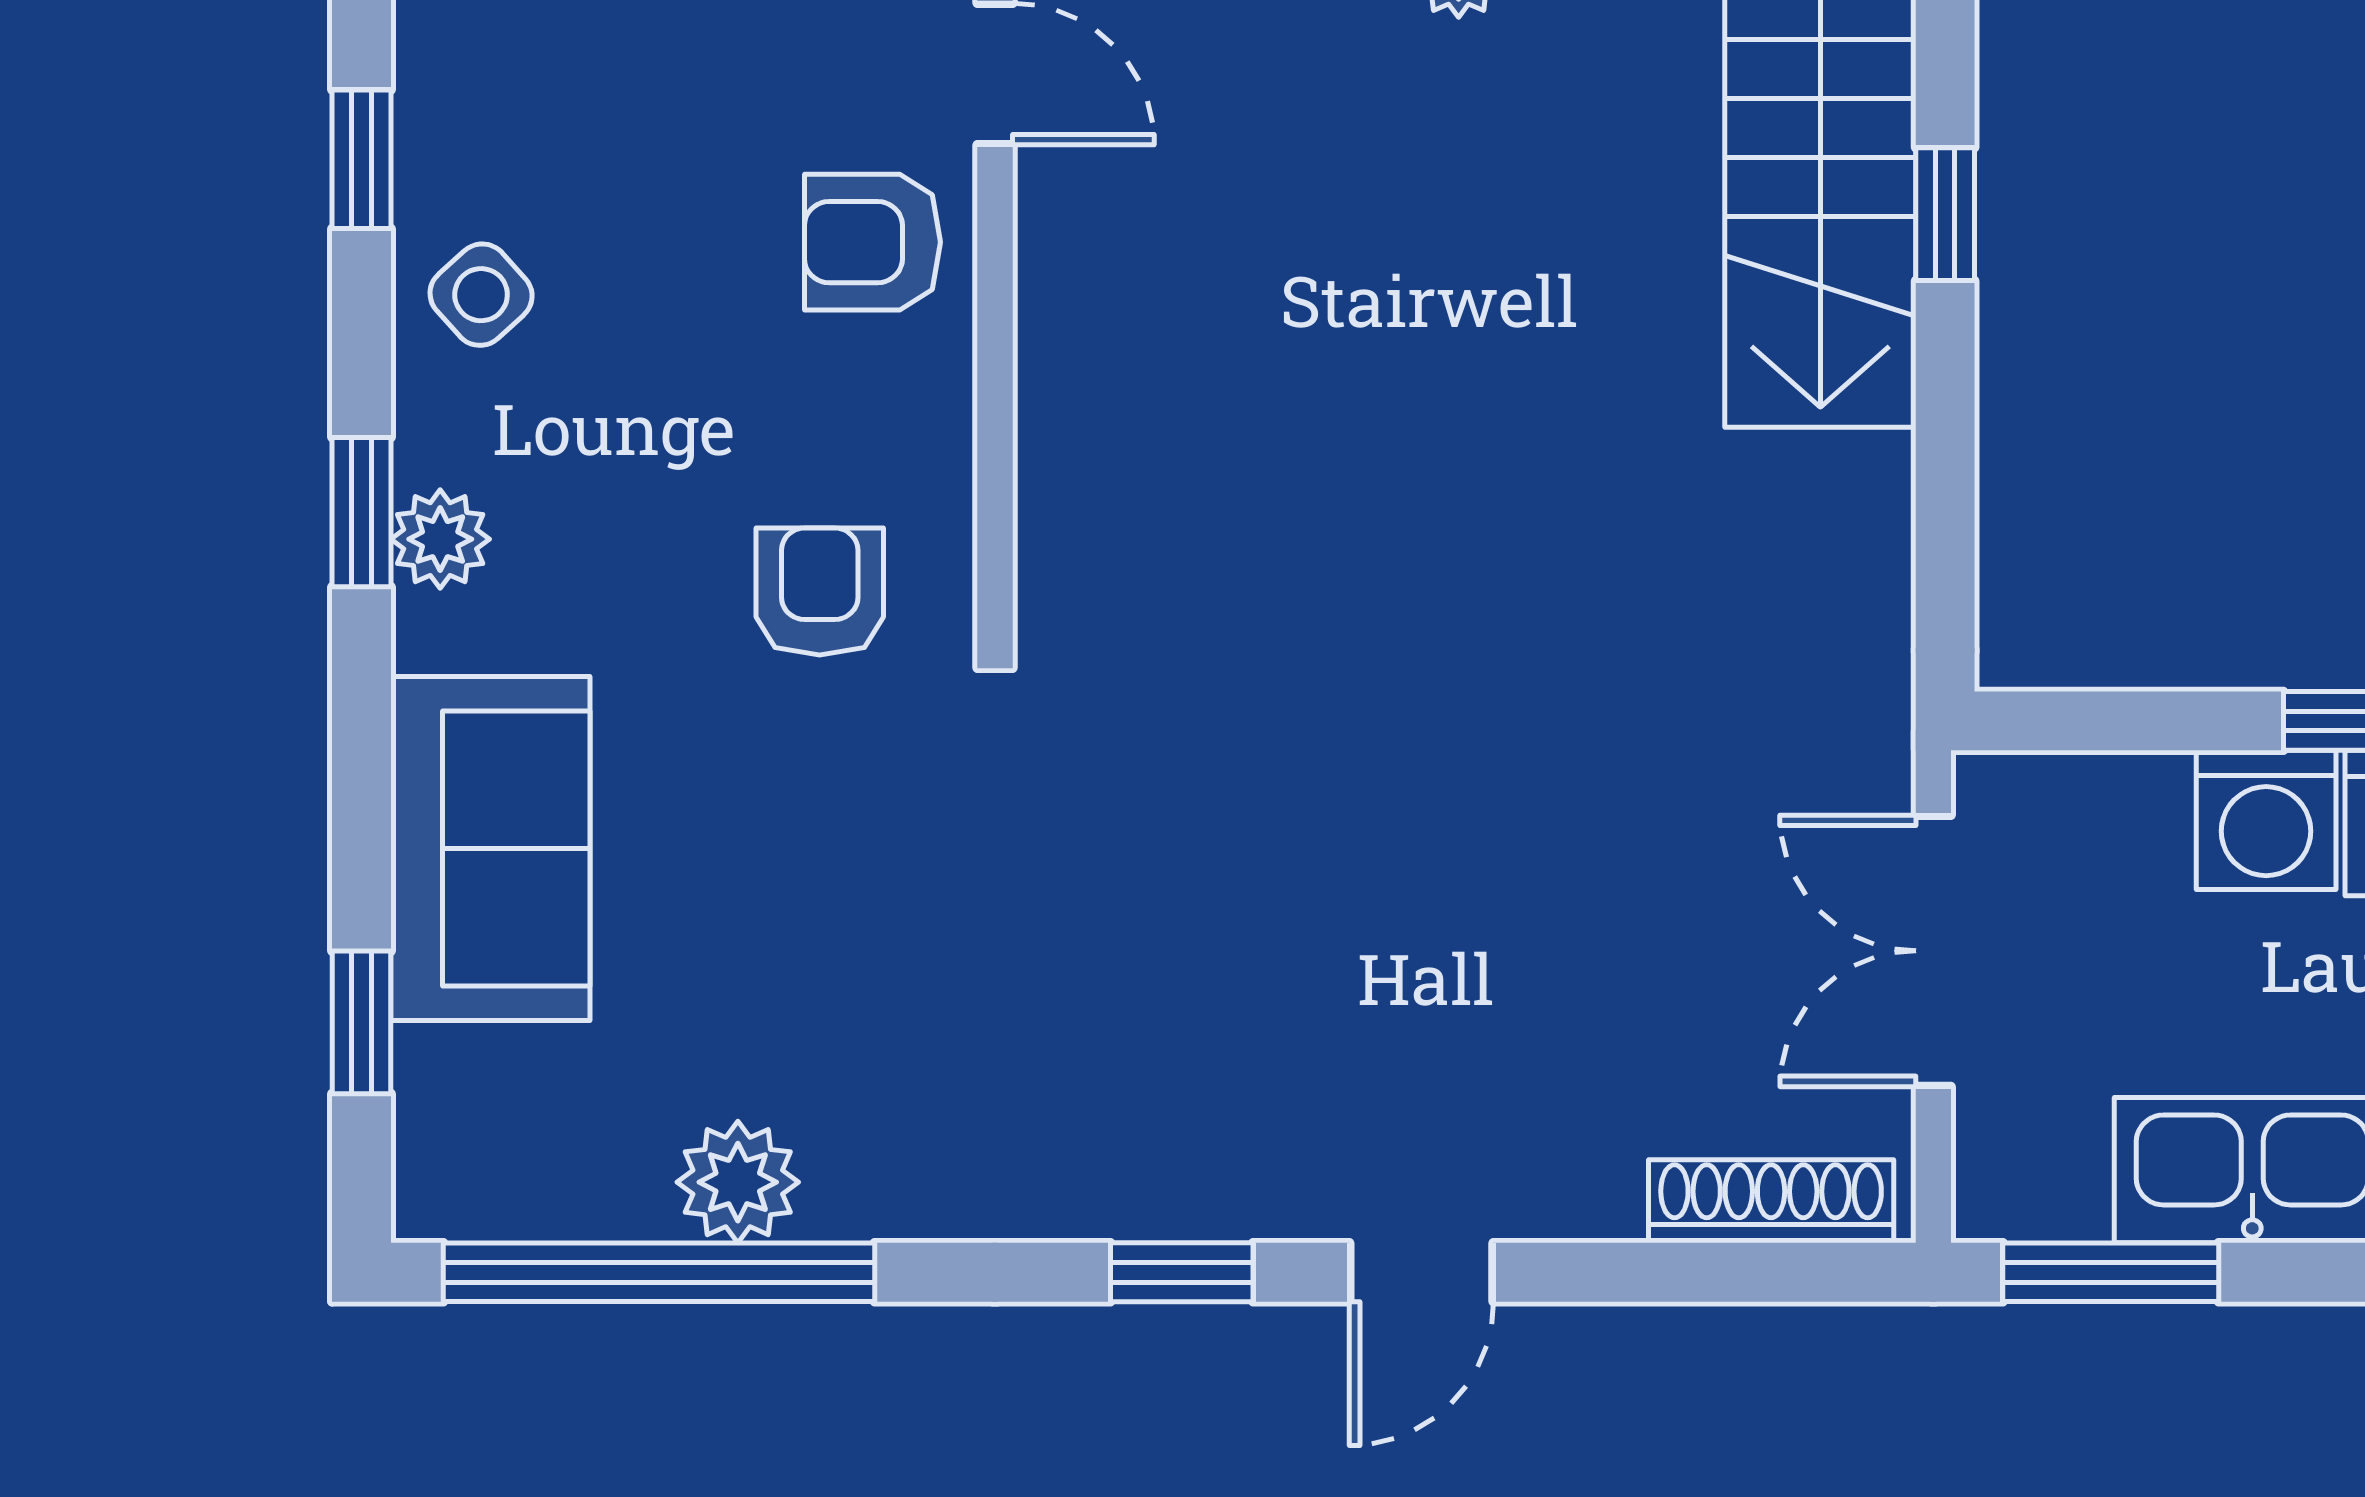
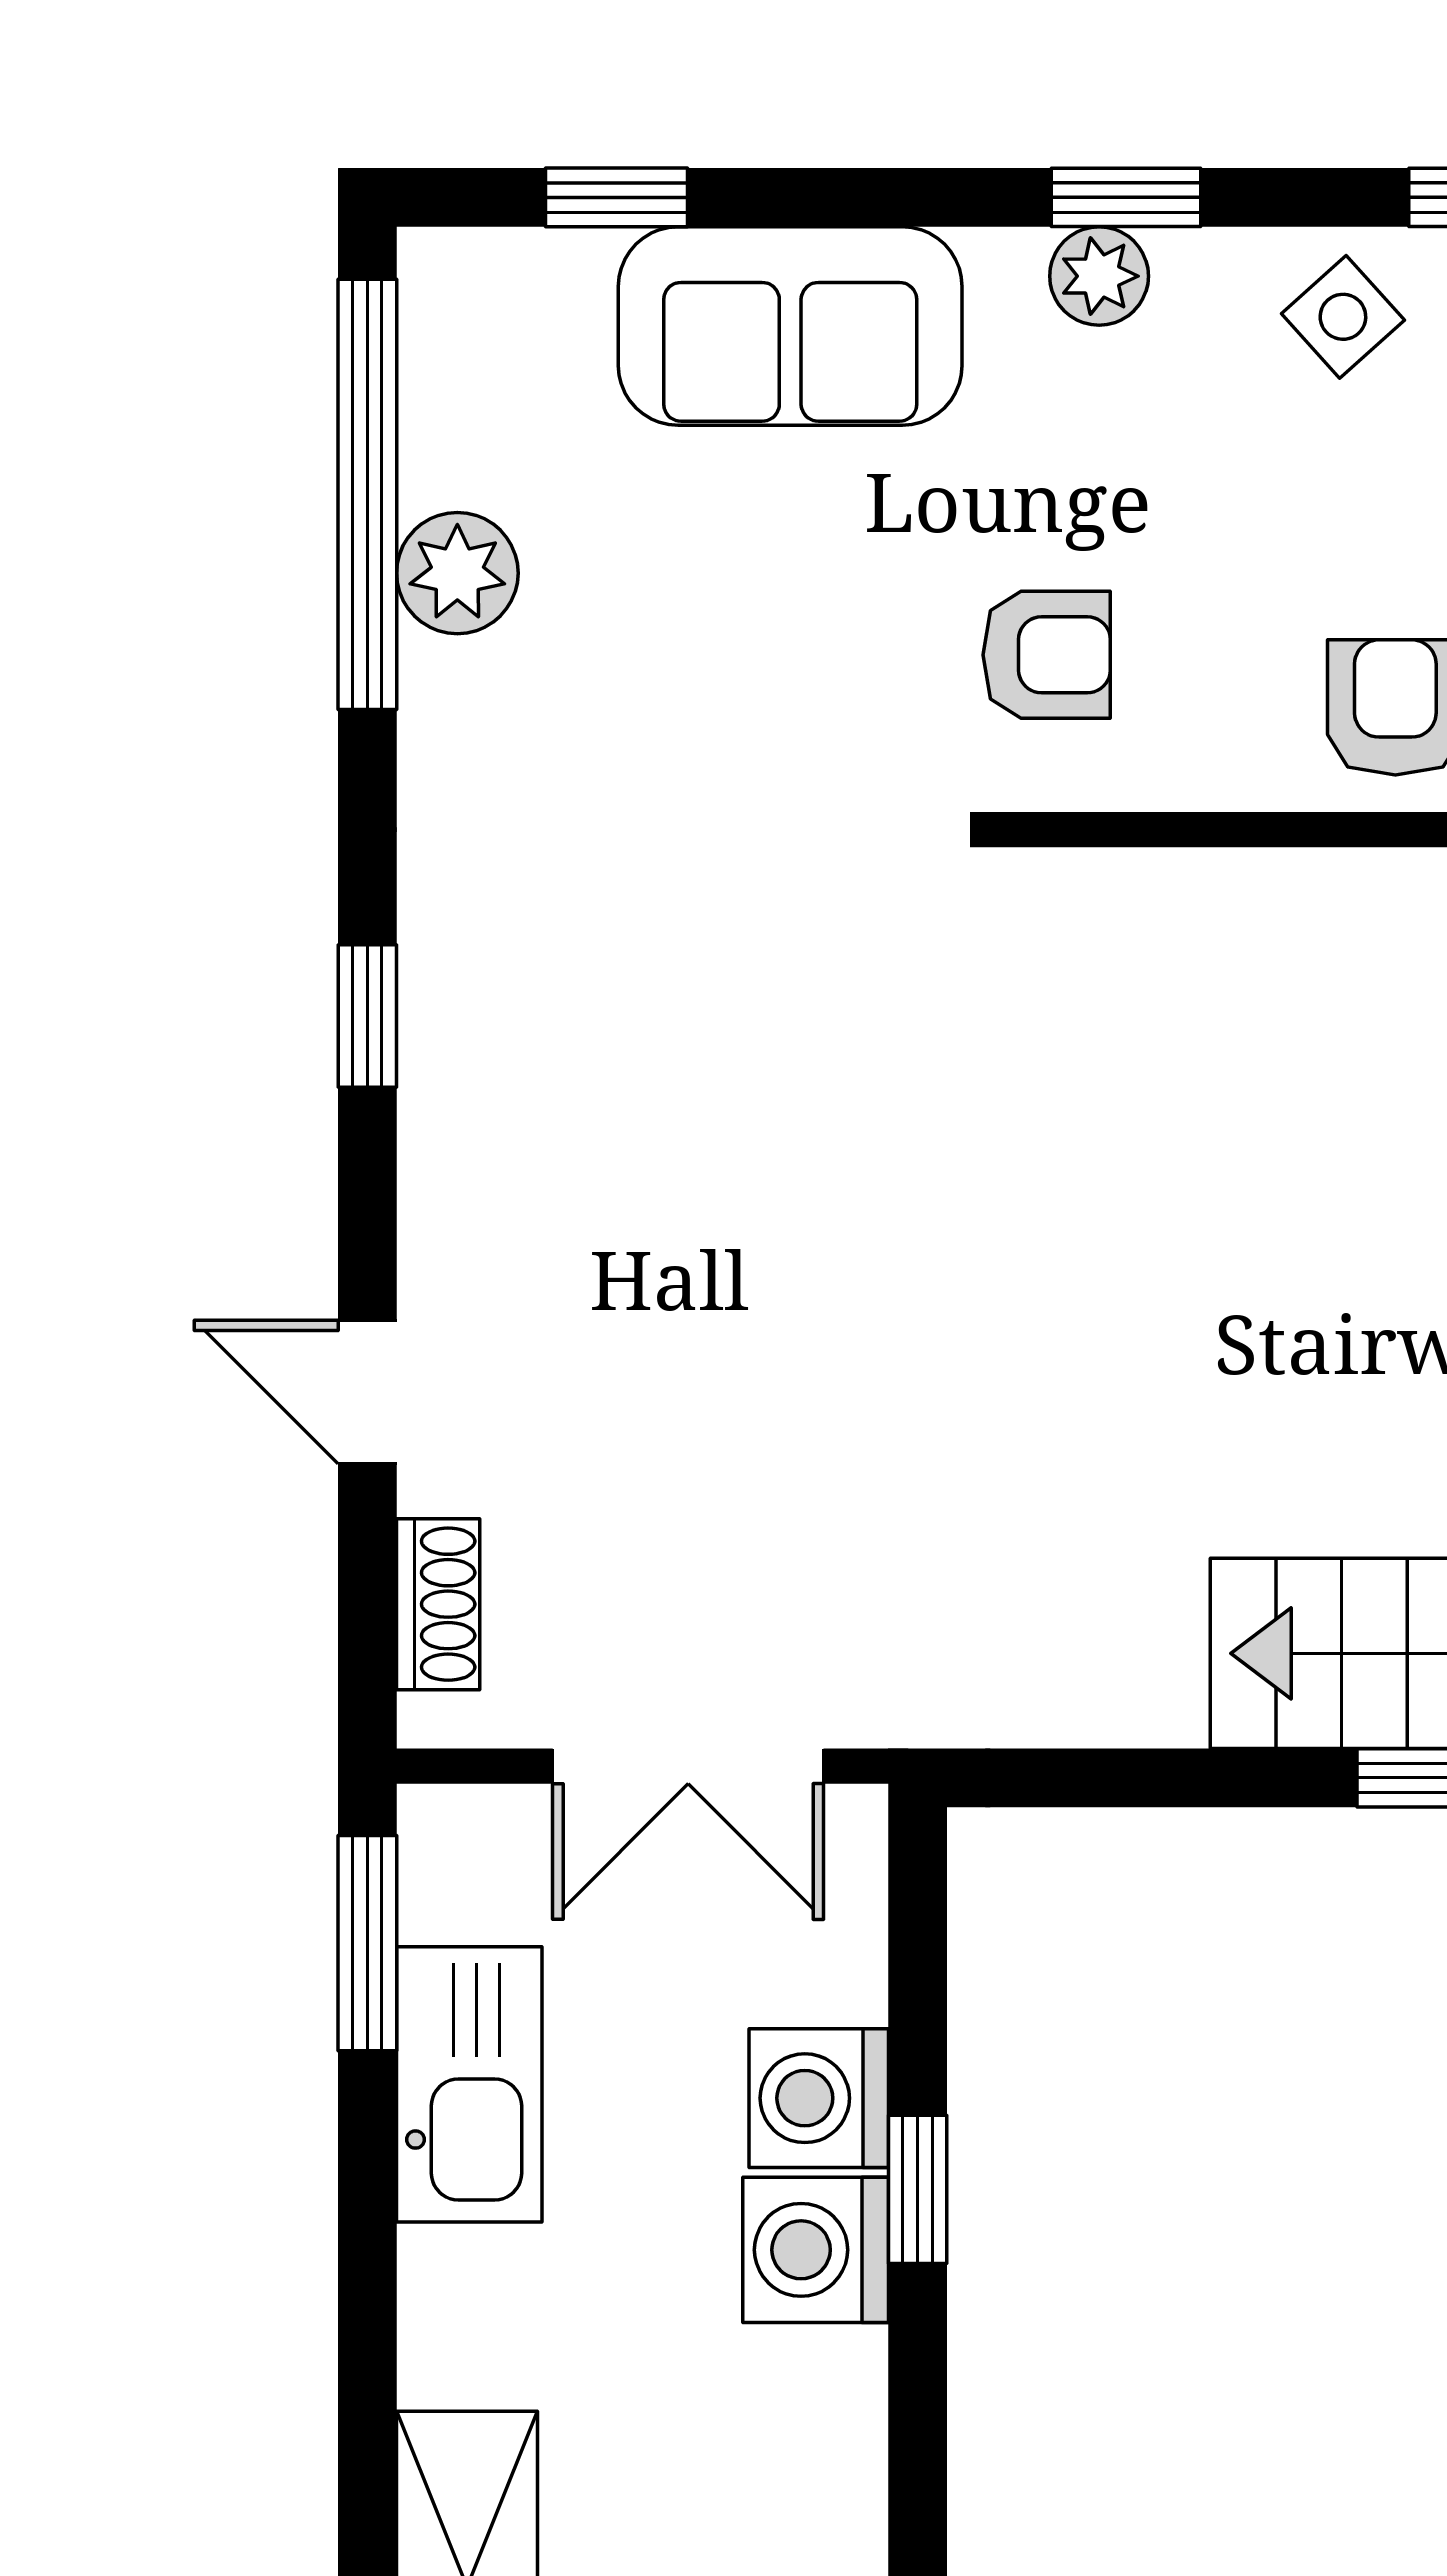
double door: (1933, 951) -> (688, 1766), swing flipped
shoe rack: (1771, 1201) -> (438, 1604), width x0.70
door: (1421, 1272) -> (367, 1392), moved

